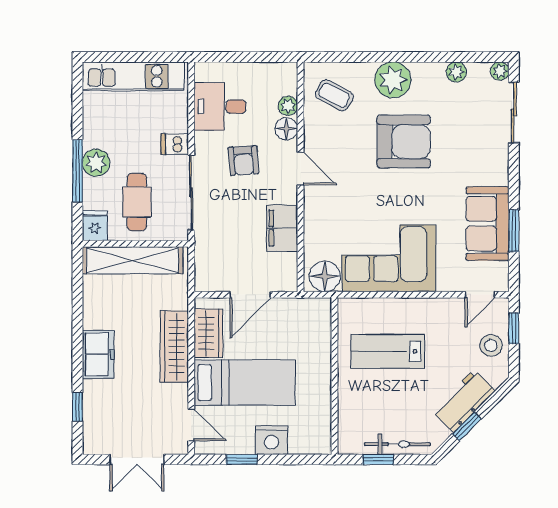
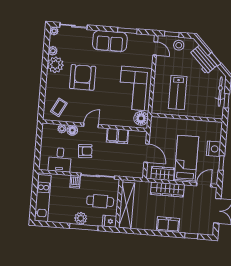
plant: (393, 80) -> (55, 65), moved
sofa: (488, 224) -> (110, 41), moved

